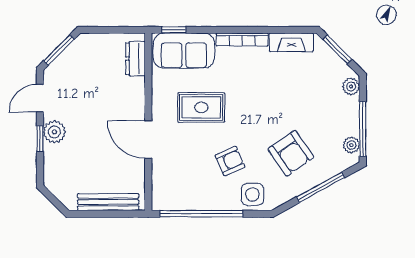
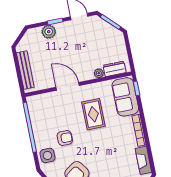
plant: (137, 85) -> (99, 73), added
plant: (54, 132) -> (49, 32), moved
door: (148, 140) -> (68, 86), hinge flipped
armchair: (230, 161) -> (65, 138), turned -66

